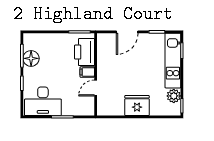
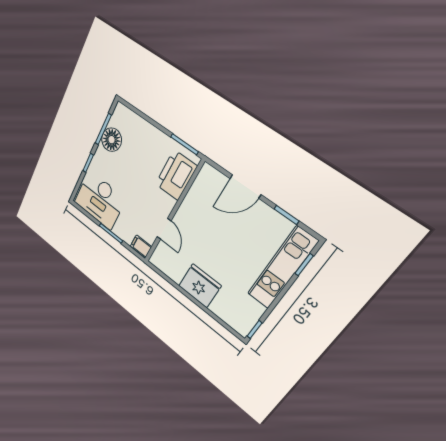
filing cabinet: (87, 72) -> (141, 246), moved
door: (96, 88) -> (164, 229), swing flipped
plant: (174, 96) -> (252, 311), removed

